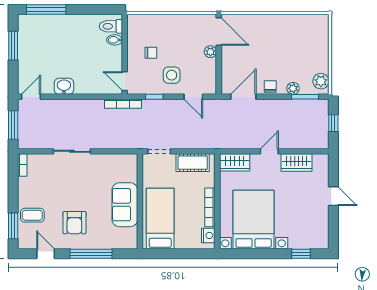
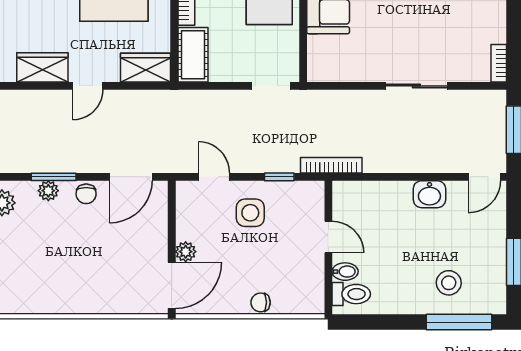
door: (219, 32) -> (172, 285), swing flipped
stool: (52, 33) -> (449, 283), added
chair: (151, 53) -> (261, 302), moved
door: (125, 81) -> (328, 237), moved
window: (305, 97) -> (54, 177), moved
cot: (193, 163) -> (193, 55), moved, turned 90

